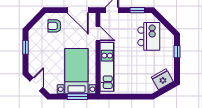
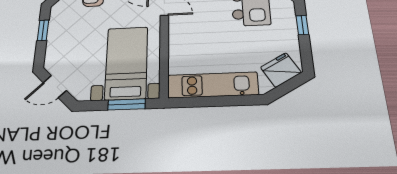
kitchen unit: (107, 67) -> (213, 85), moved, turned -90
door: (36, 84) -> (55, 86), swing flipped

